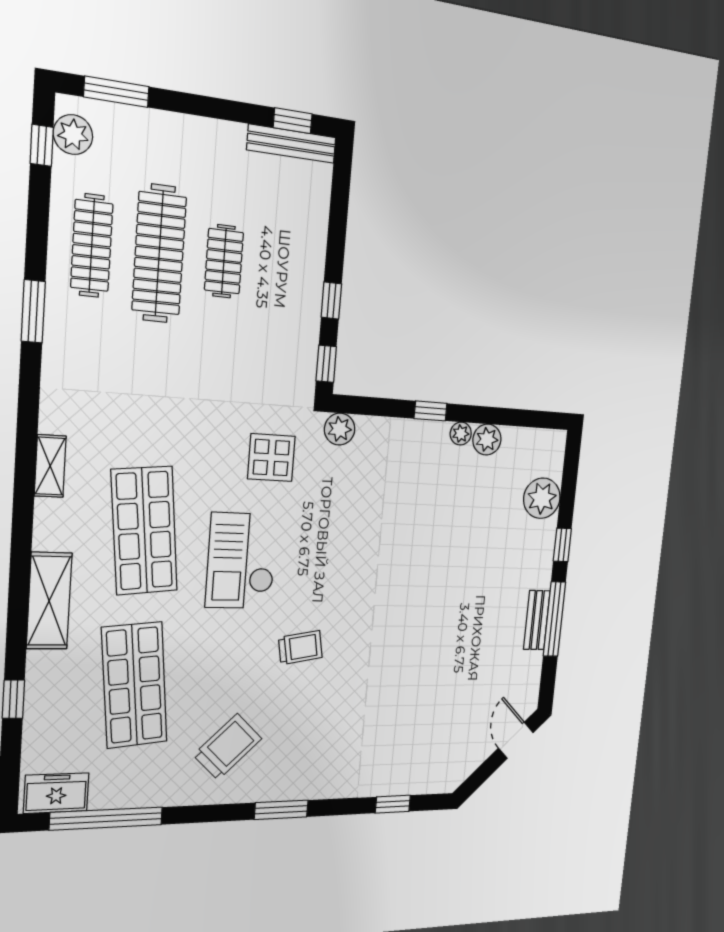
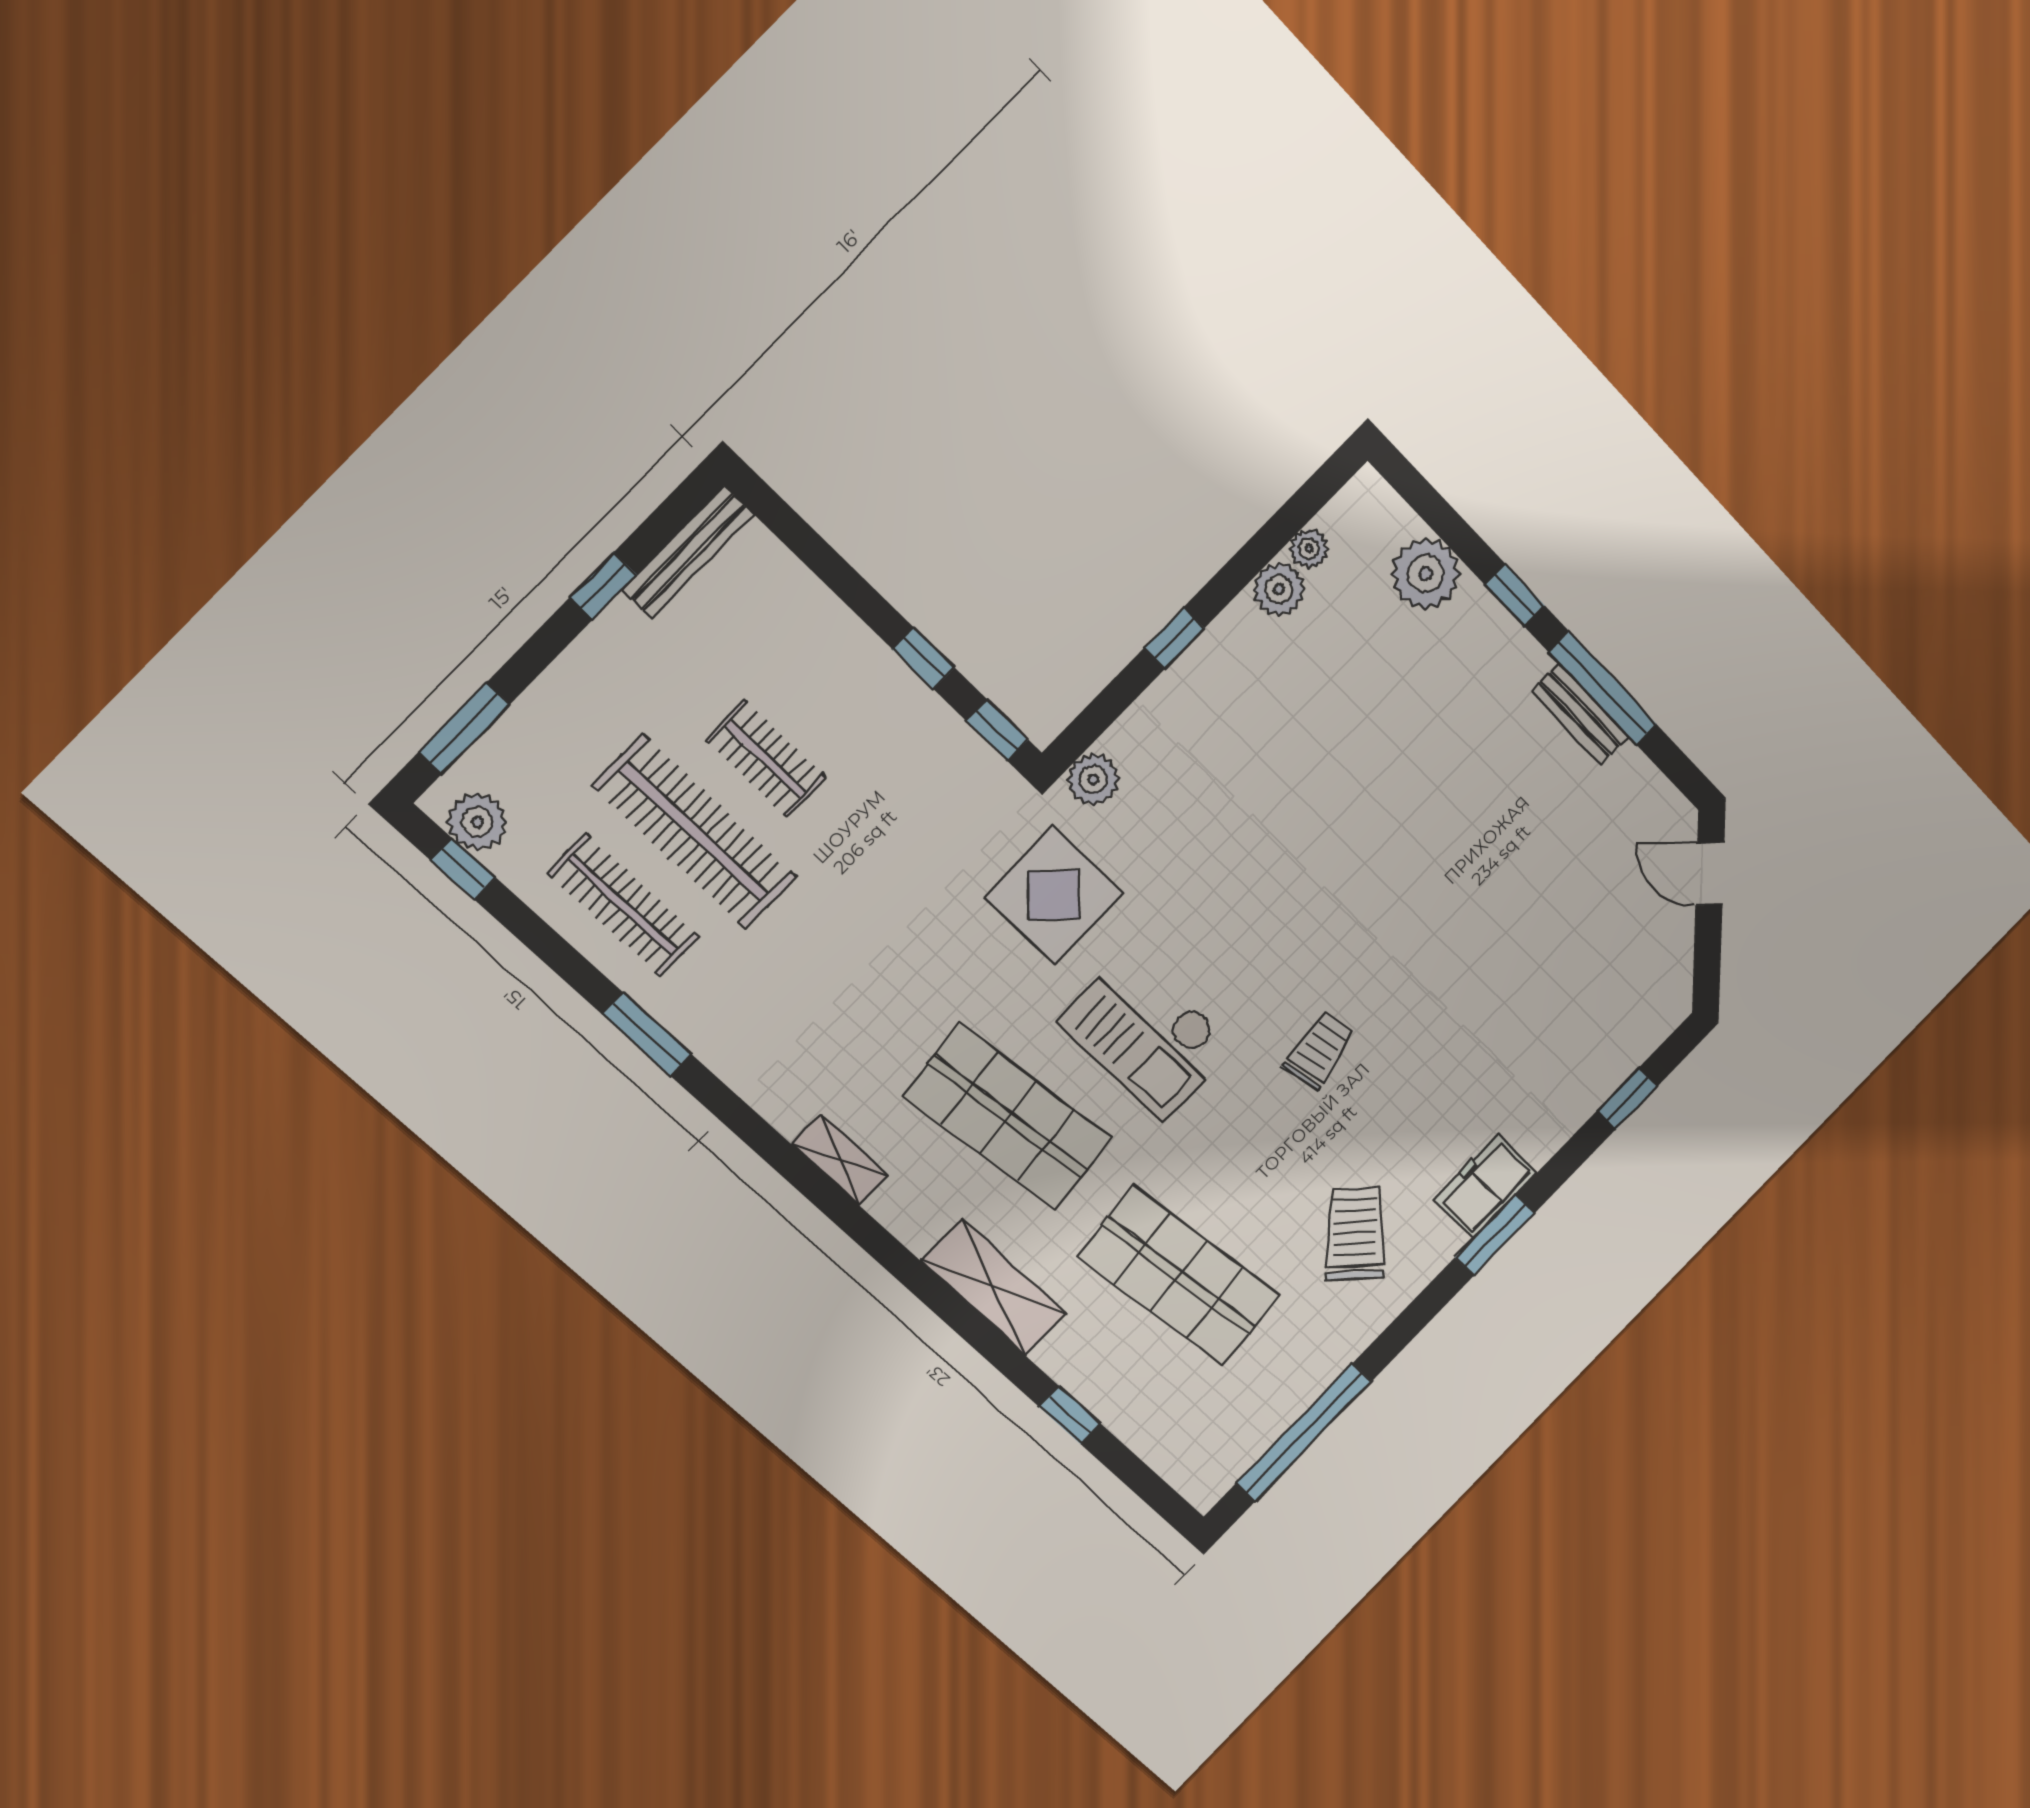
window: (293, 121) -> (603, 586), moved
plant: (461, 434) -> (1309, 549), moved
display table: (271, 458) -> (1054, 895), width x1.36, depth x1.36
freezer: (56, 793) -> (1485, 1186), moved

